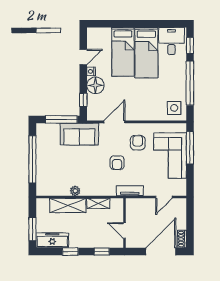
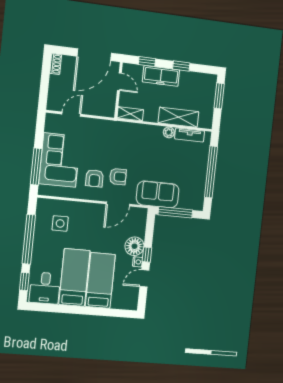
window: (83, 100) -> (147, 255), moved
side table: (174, 108) -> (60, 223), moved
armchair: (117, 163) -> (118, 177), moved, turned 90
tv unit: (130, 191) -> (190, 135), moved
shelving: (98, 203) -> (130, 114), moved
freezer: (52, 240) -> (161, 76), moved
door: (161, 252) -> (94, 55), moved

